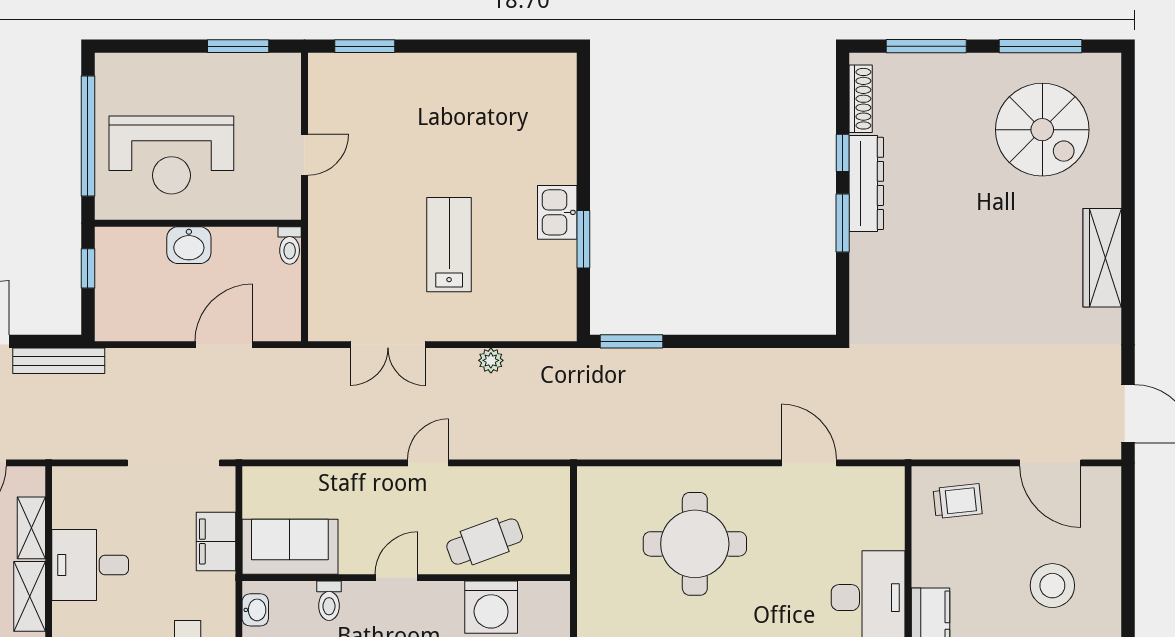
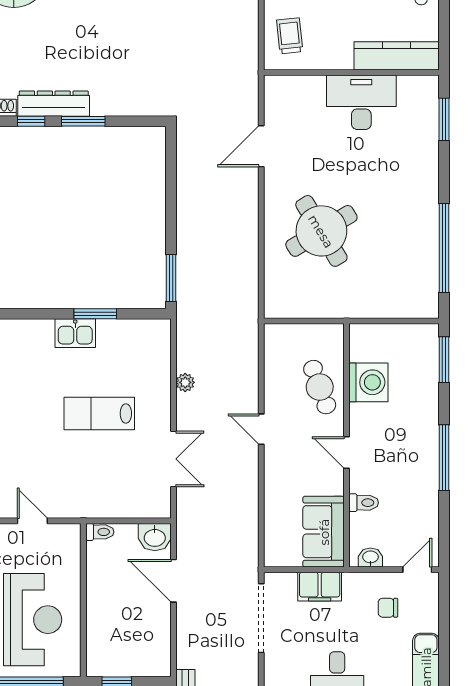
washbasin: (189, 245) -> (155, 537), moved, turned 90
round table: (695, 544) -> (321, 231), turned -31

